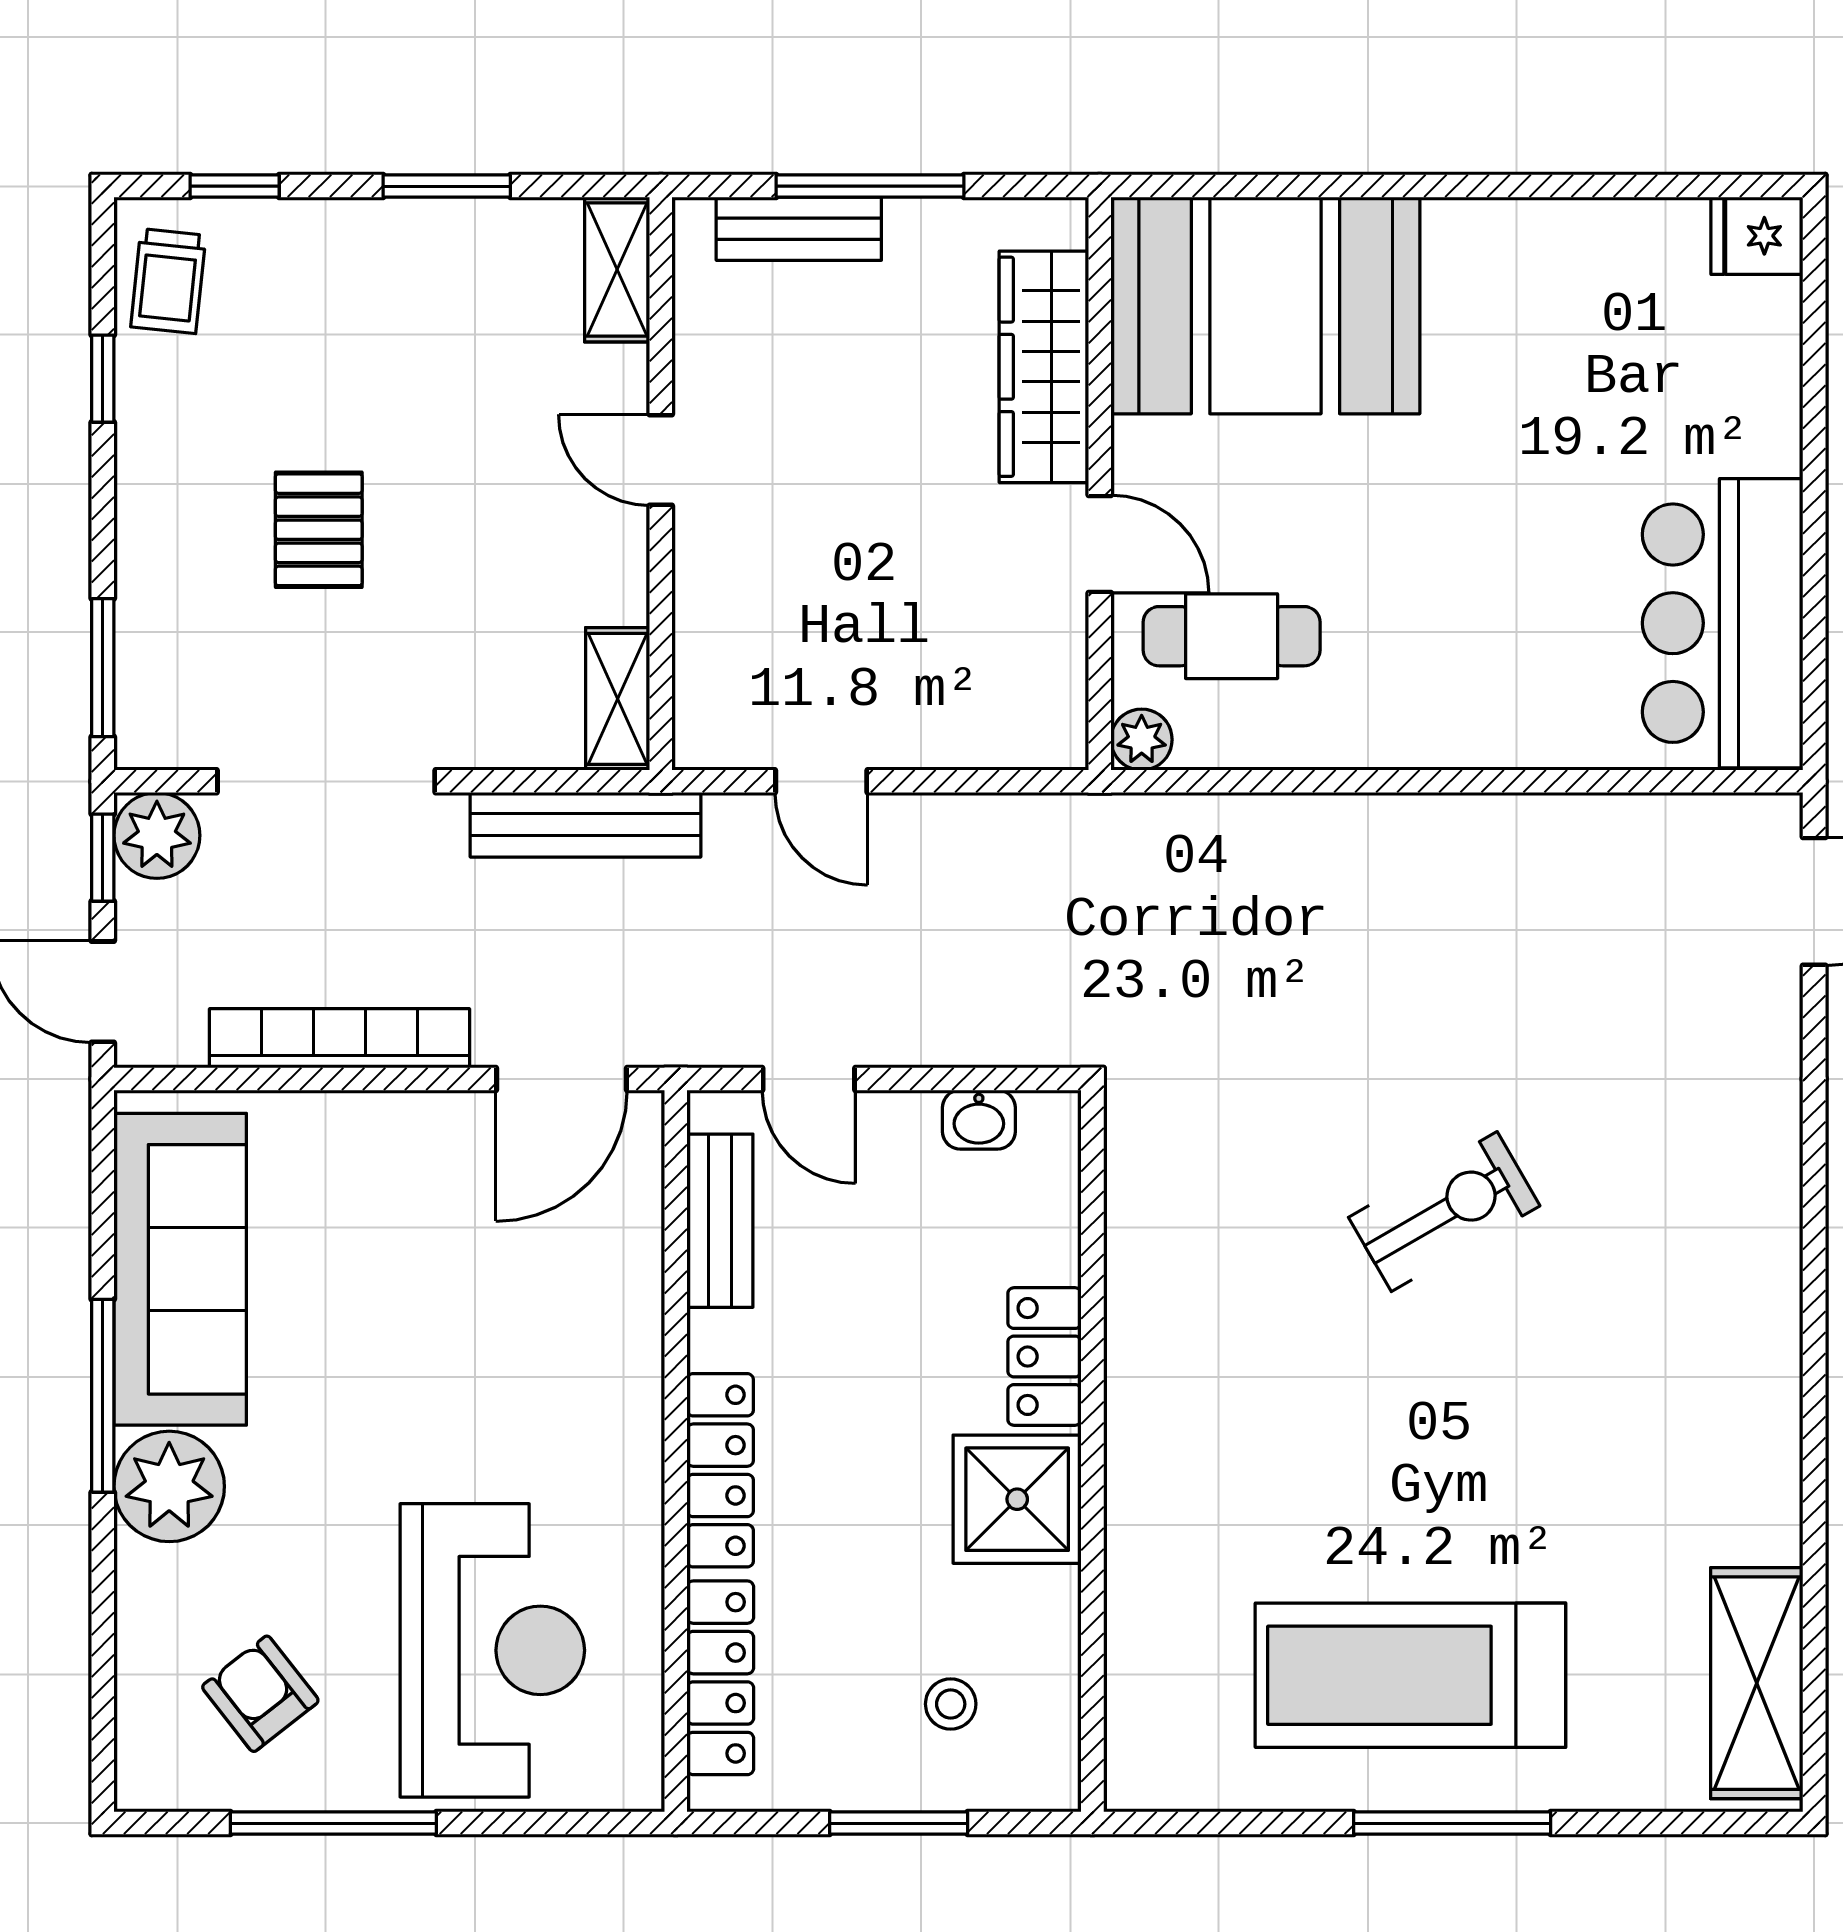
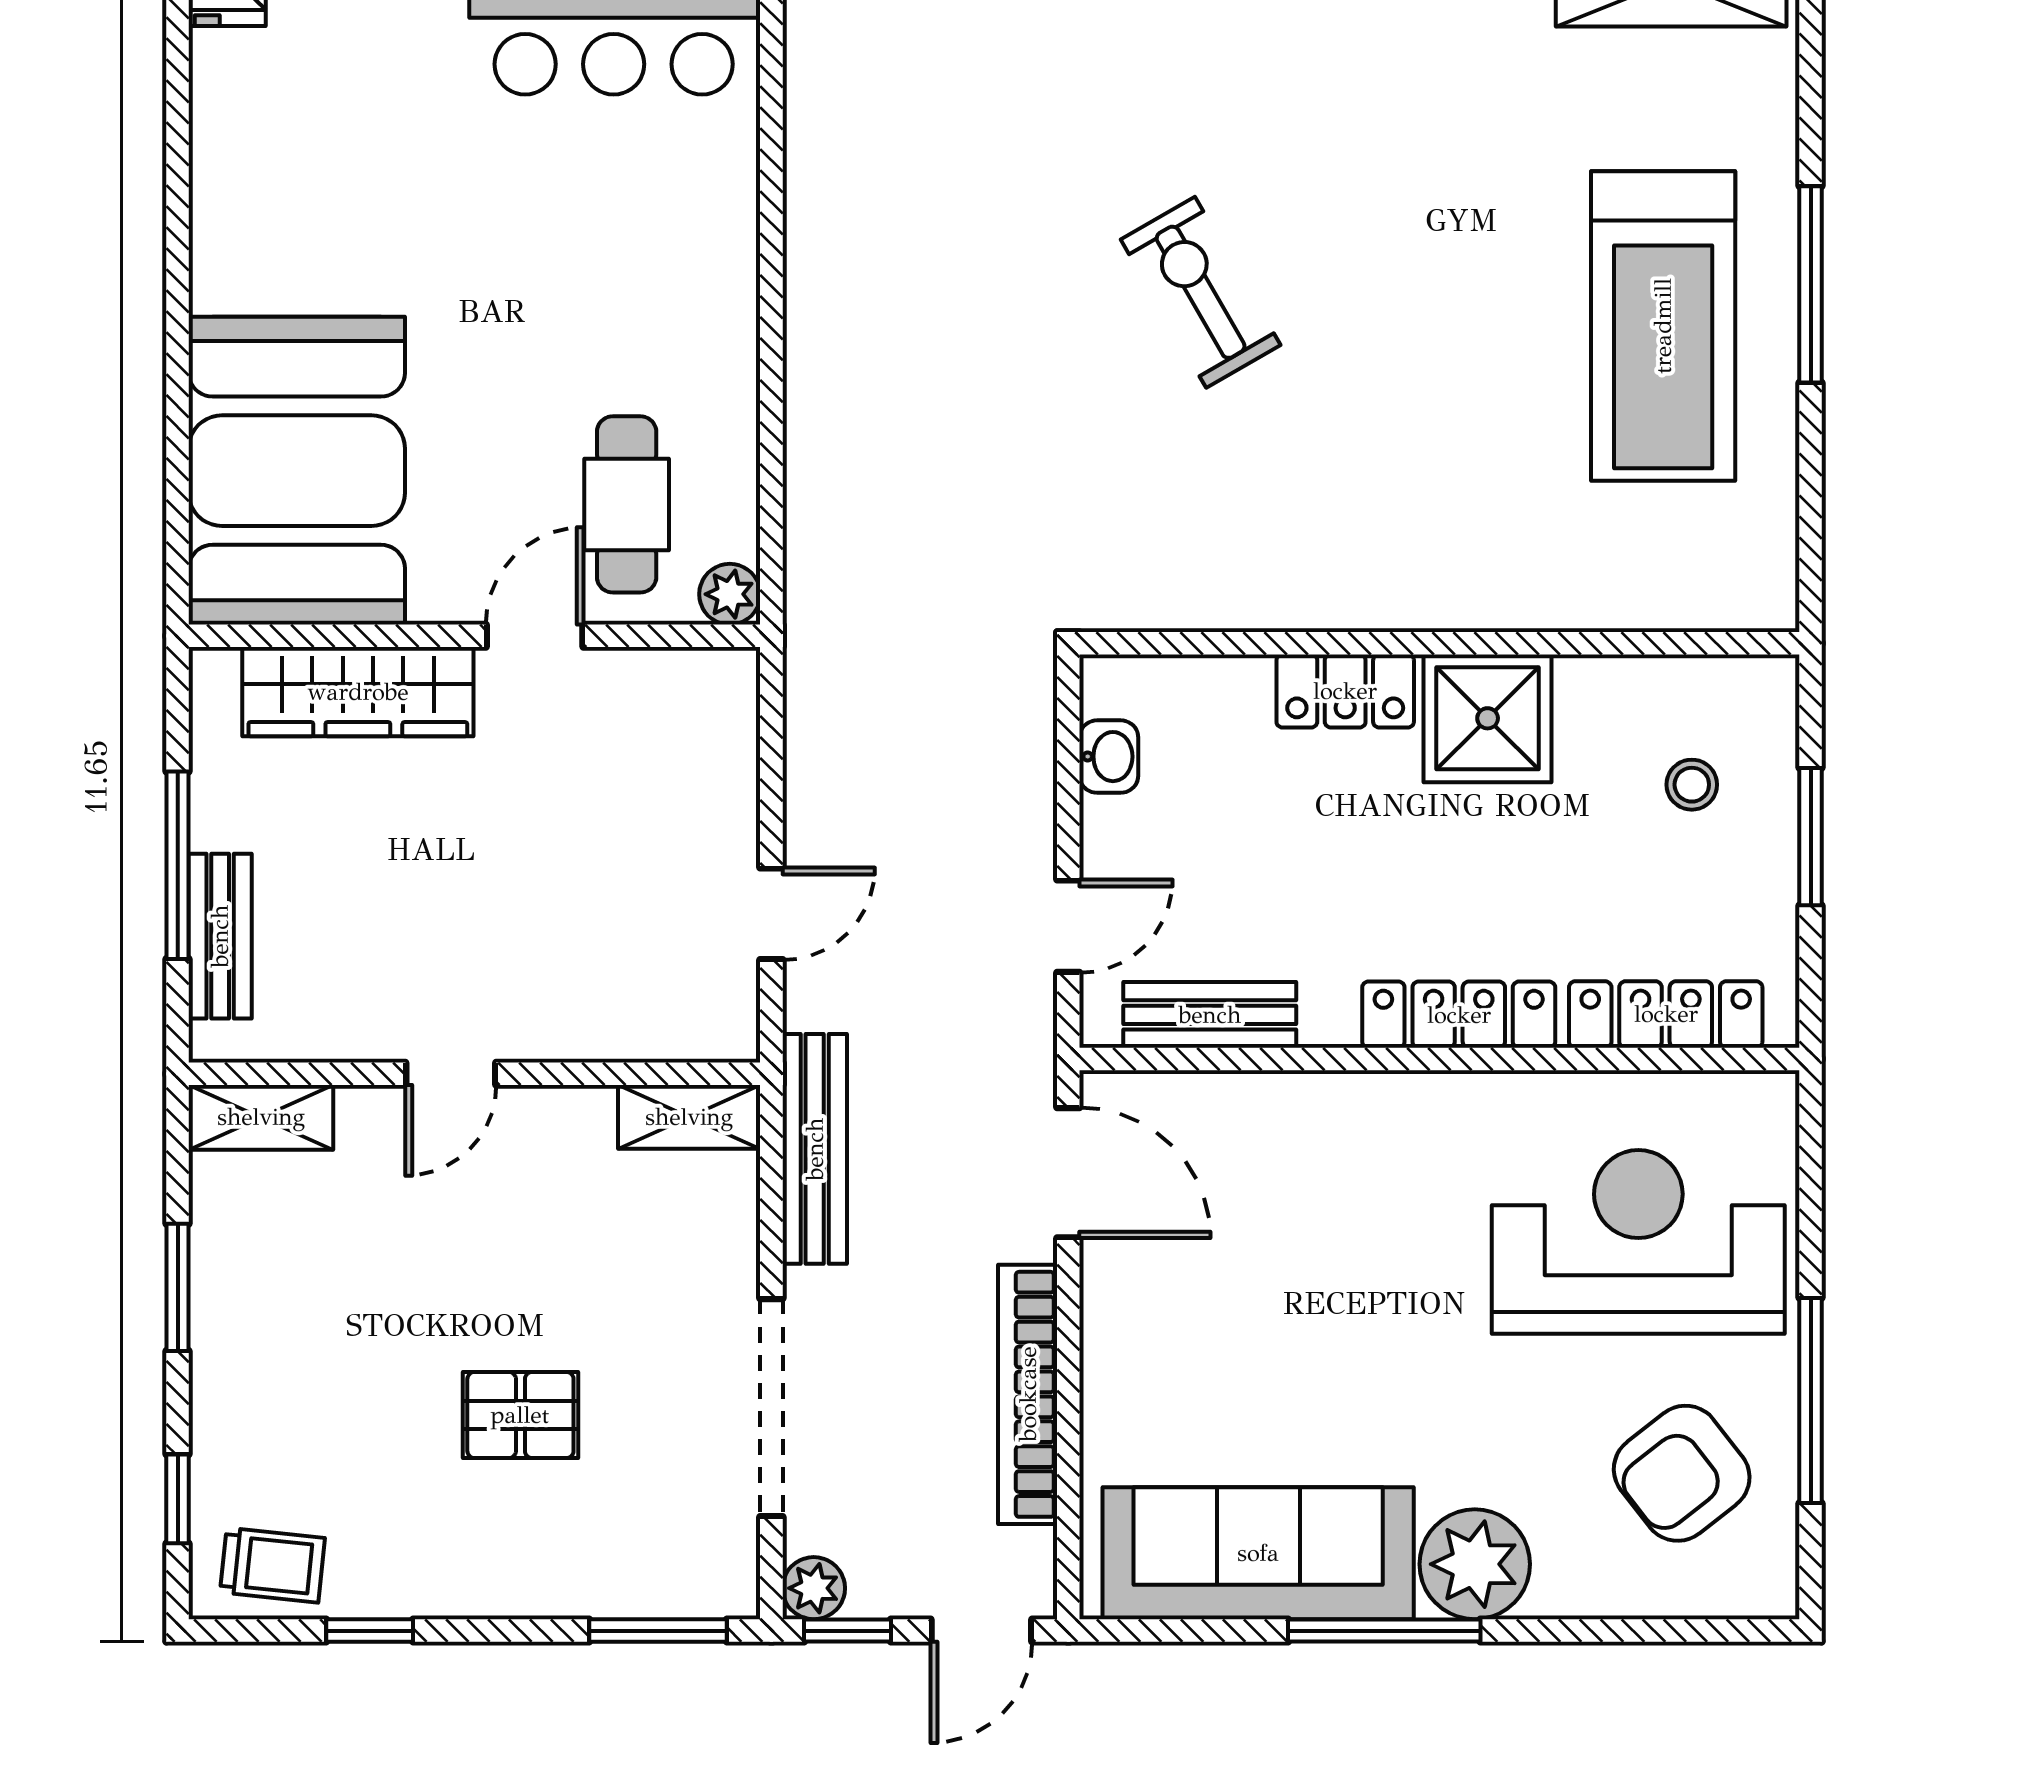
plant: (157, 835) -> (814, 1588), width x0.73, depth x0.73
armchair: (260, 1694) -> (1682, 1473), width x1.38, depth x1.38

